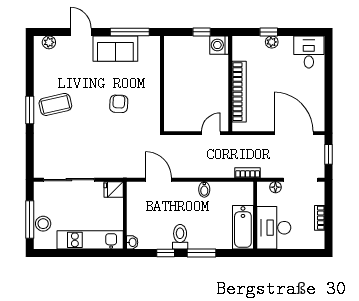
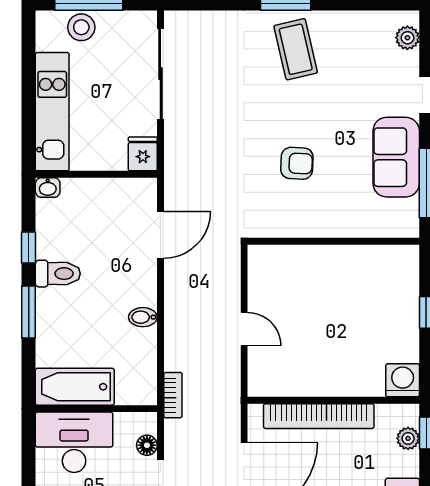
washing machine: (219, 45) -> (403, 380), moved
wall: (230, 84) -> (333, 400), moved
bookcase: (239, 92) -> (319, 416), moved

